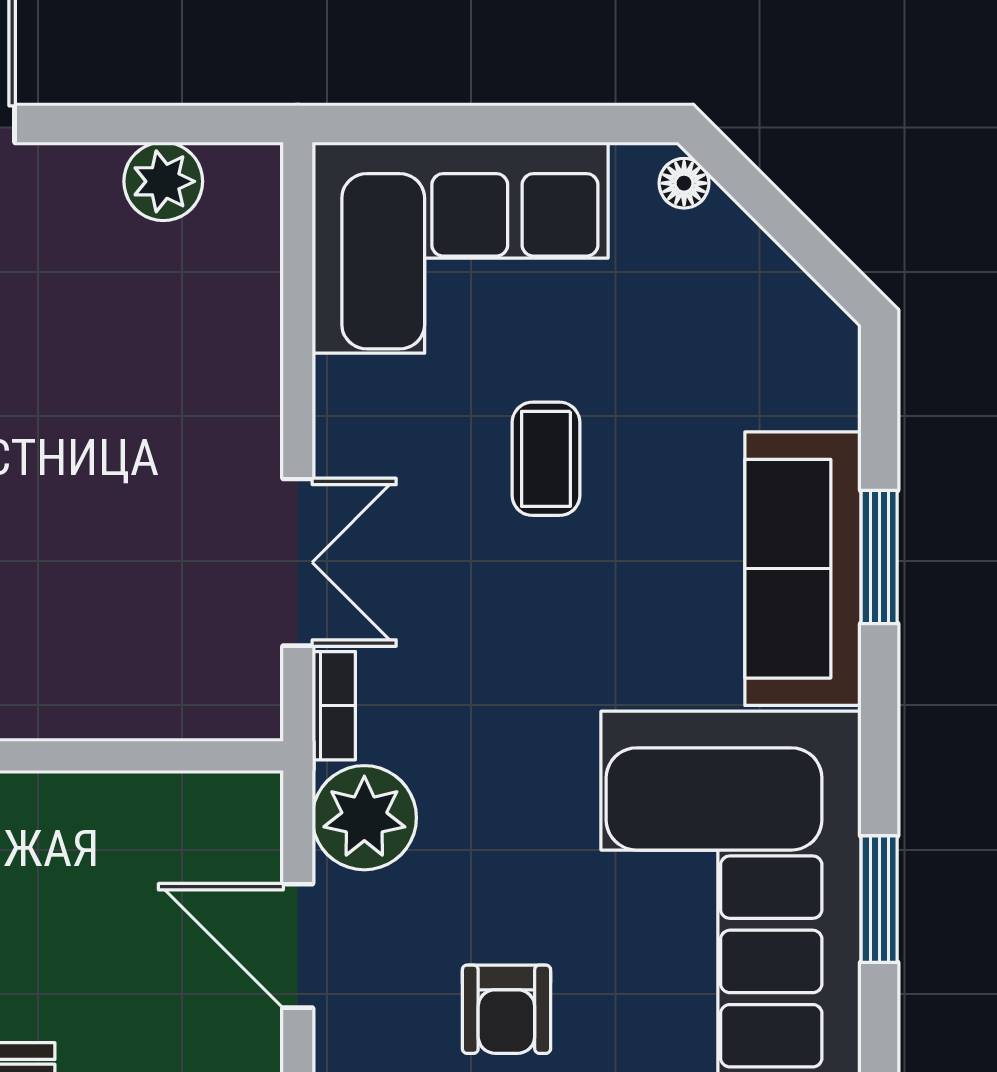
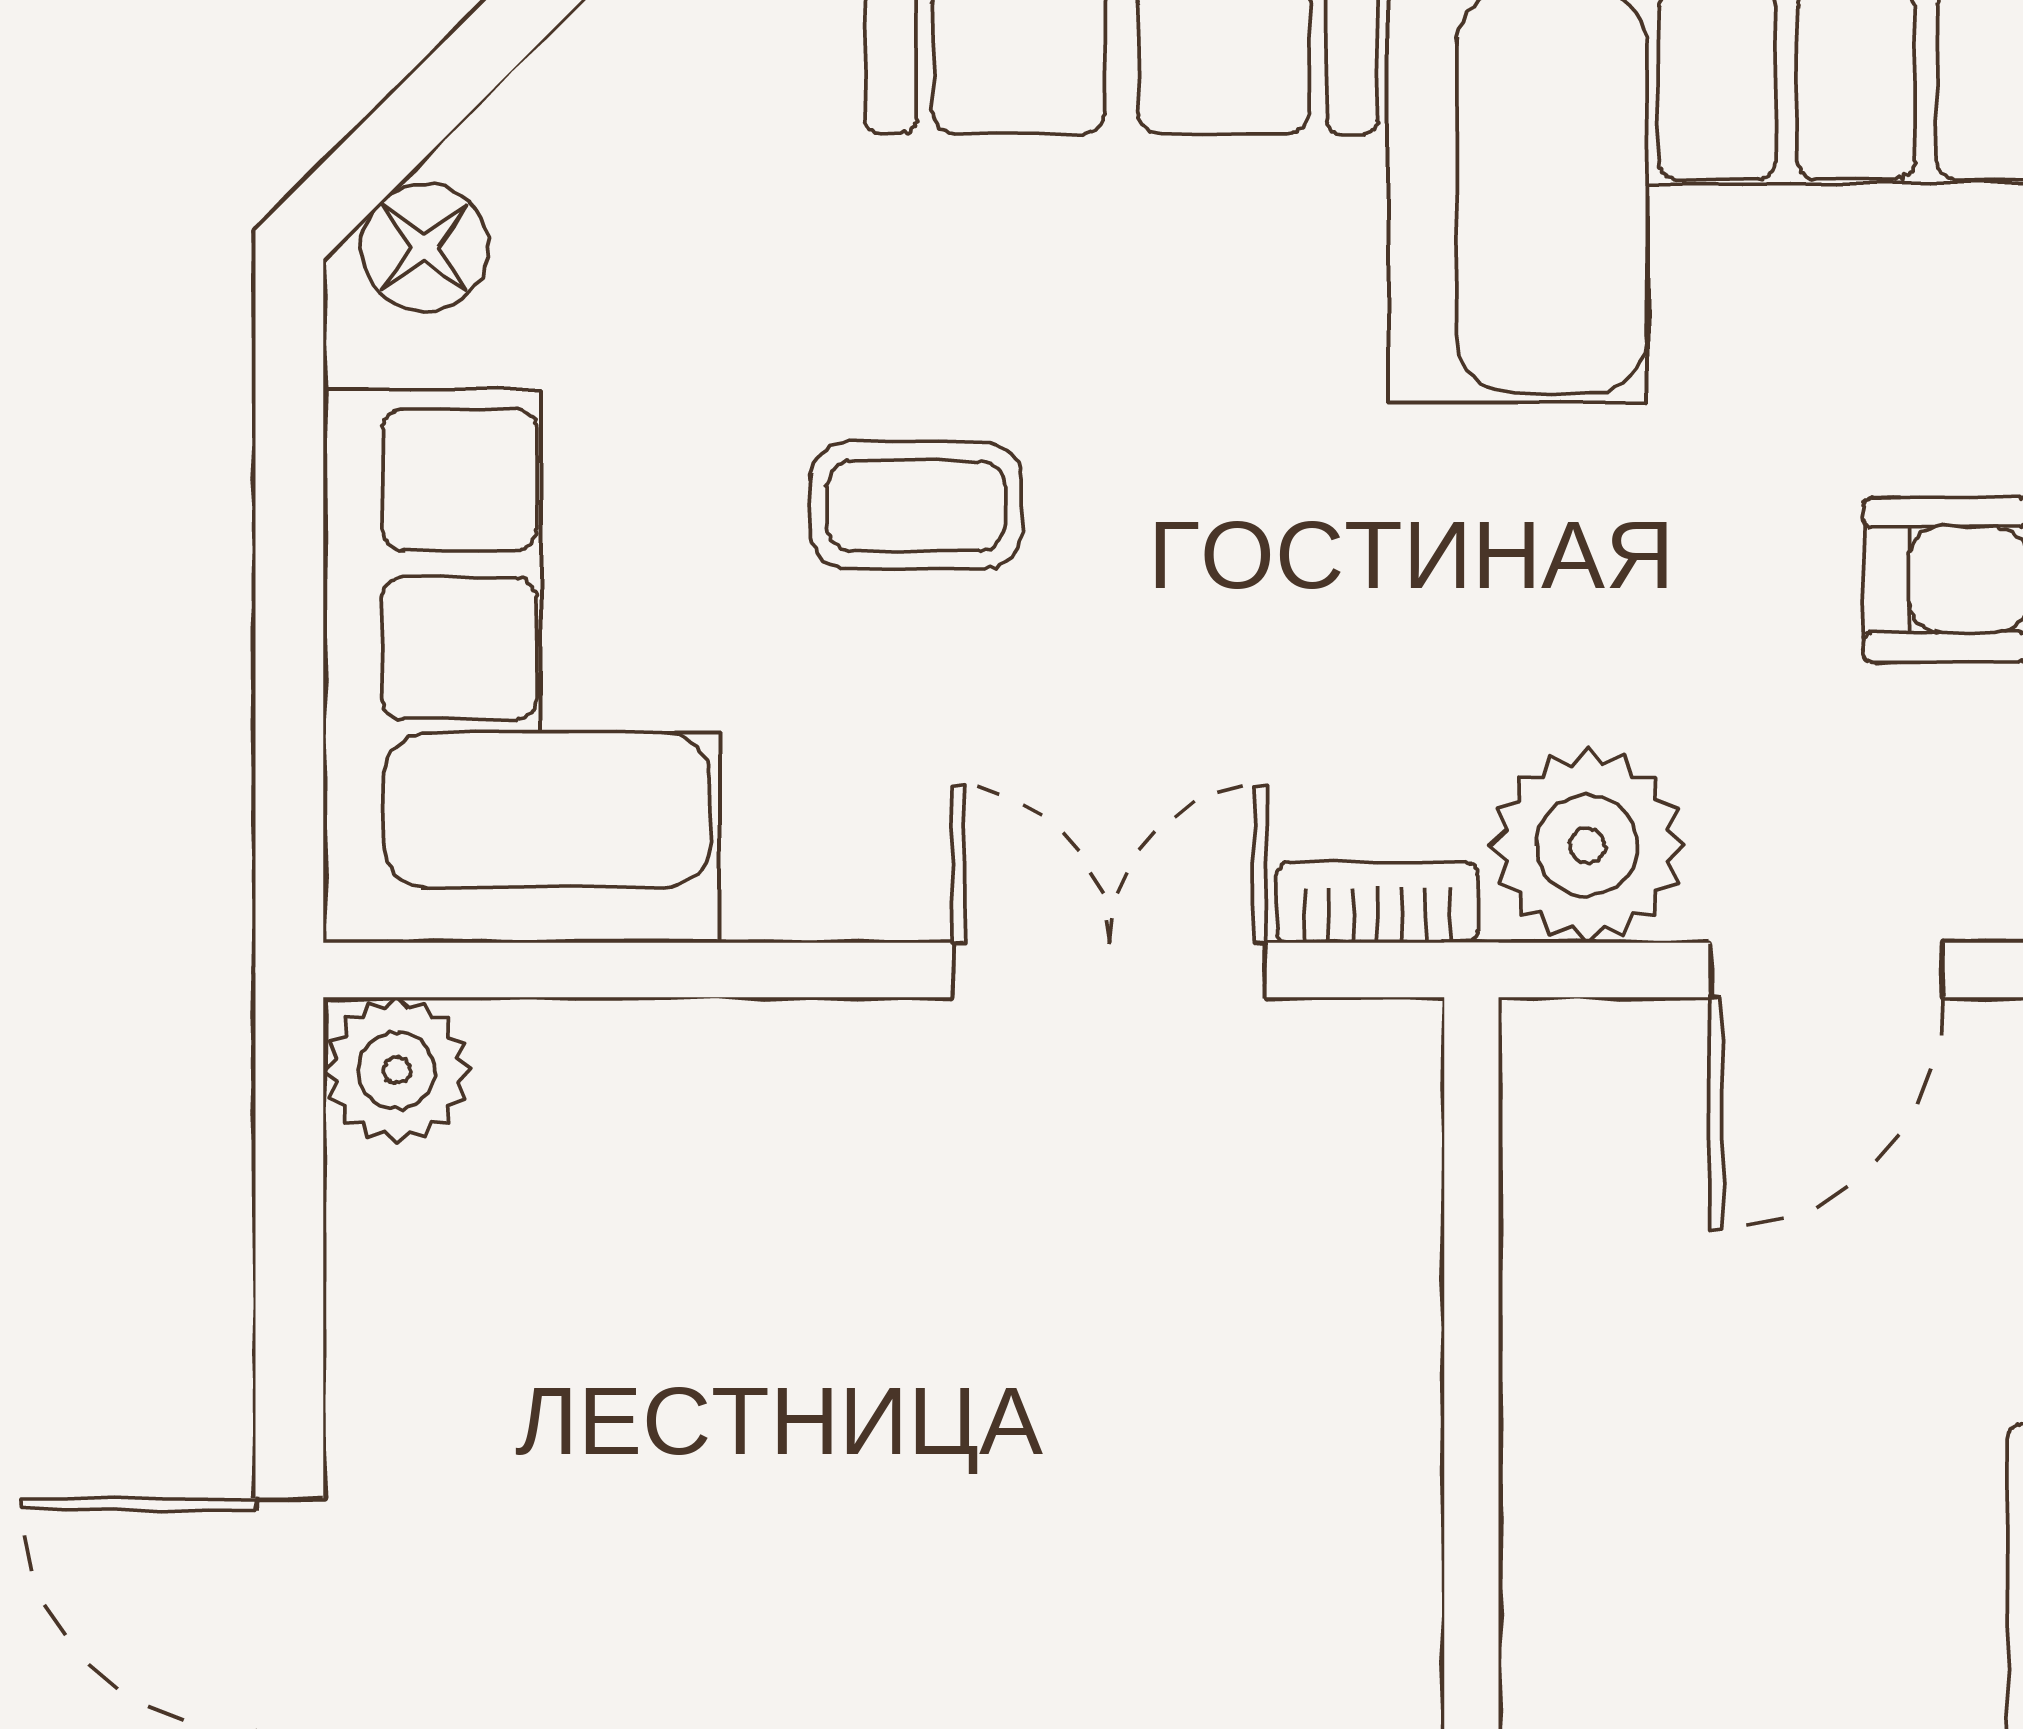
plant: (163, 181) -> (397, 1071), moved
floor lamp: (684, 183) -> (425, 247), width x1.37, depth x1.37

